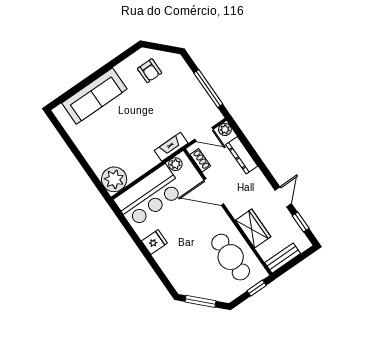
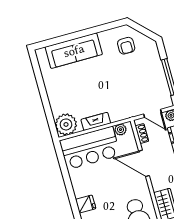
fireplace: (171, 147) -> (96, 121), moved
fridge: (154, 242) -> (86, 204), moved

